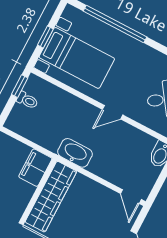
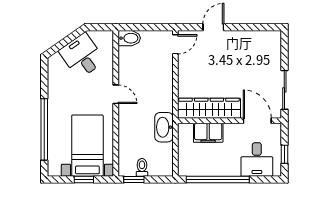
washbasin: (75, 153) -> (164, 127), moved
filing cabinet: (35, 168) -> (208, 133), moved

